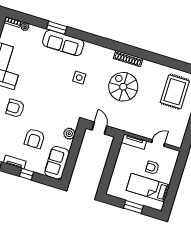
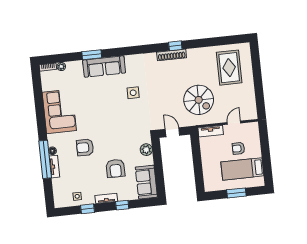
window: (135, 52) -> (175, 46), added
spiral stairs: (123, 87) -> (199, 100), moved, turned 180

